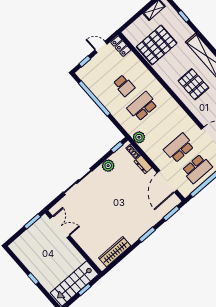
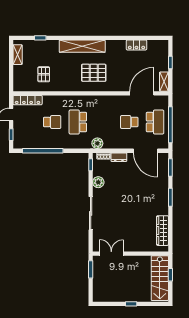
pallet: (157, 45) -> (44, 74), width x0.49, depth x0.50
locker: (121, 46) -> (28, 100), width x1.53
school desk: (179, 148) -> (129, 122), width x0.54

